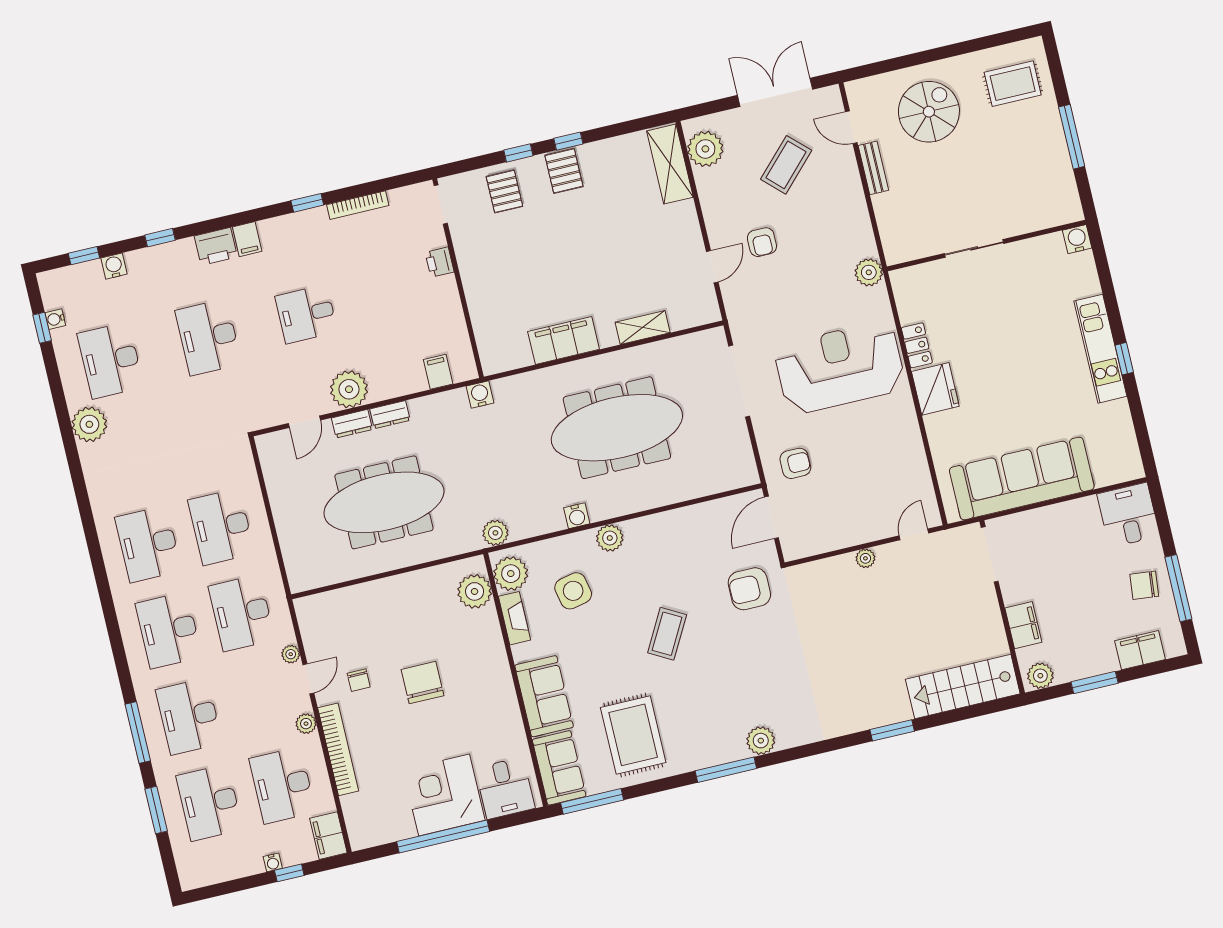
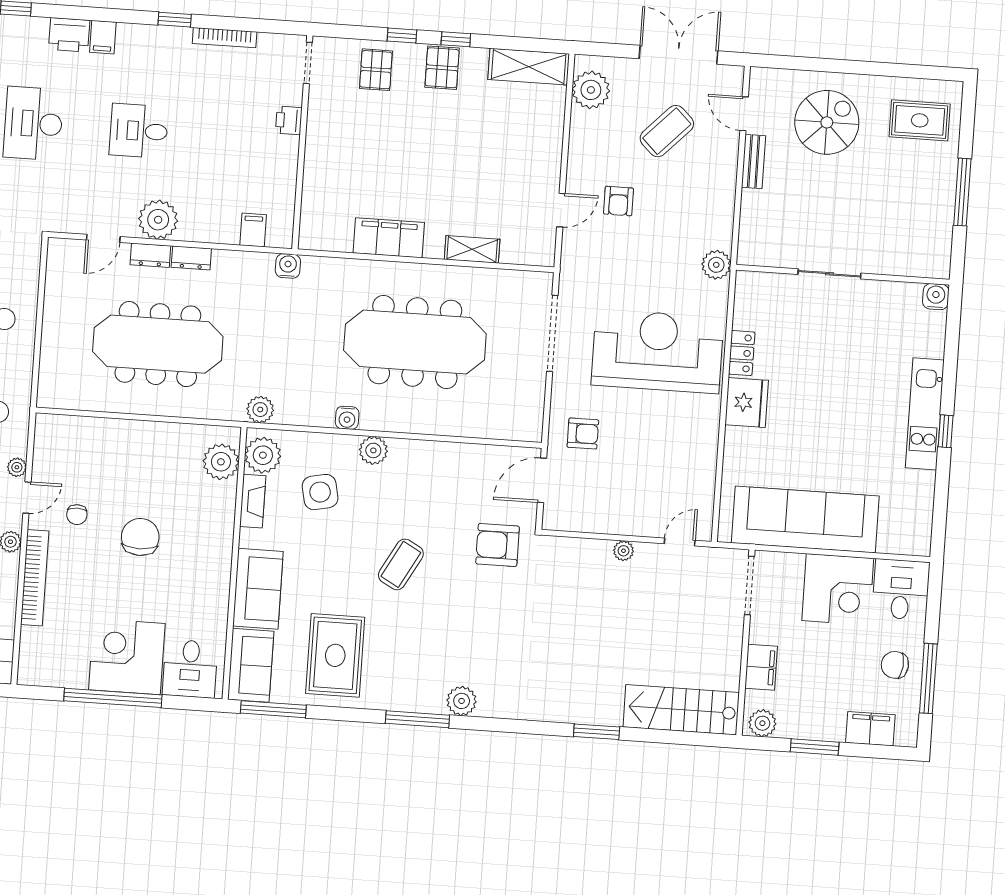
shelving: (670, 164) -> (529, 67), moved, turned 90
corner desk: (1071, 533) -> (838, 589), added

